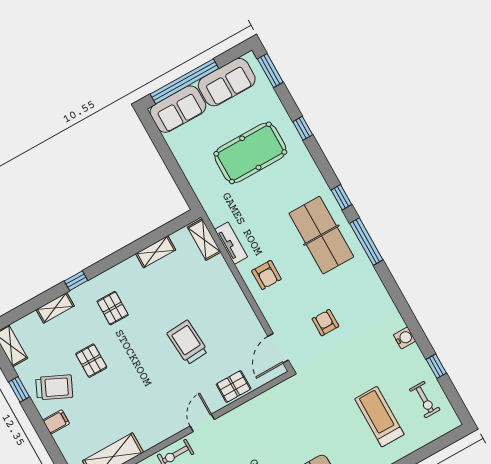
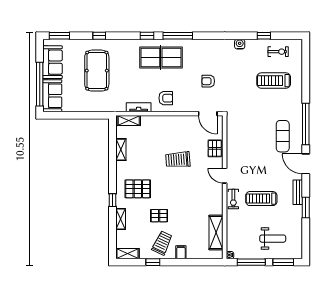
pallet: (113, 308) -> (138, 189), width x1.50, depth x1.42

